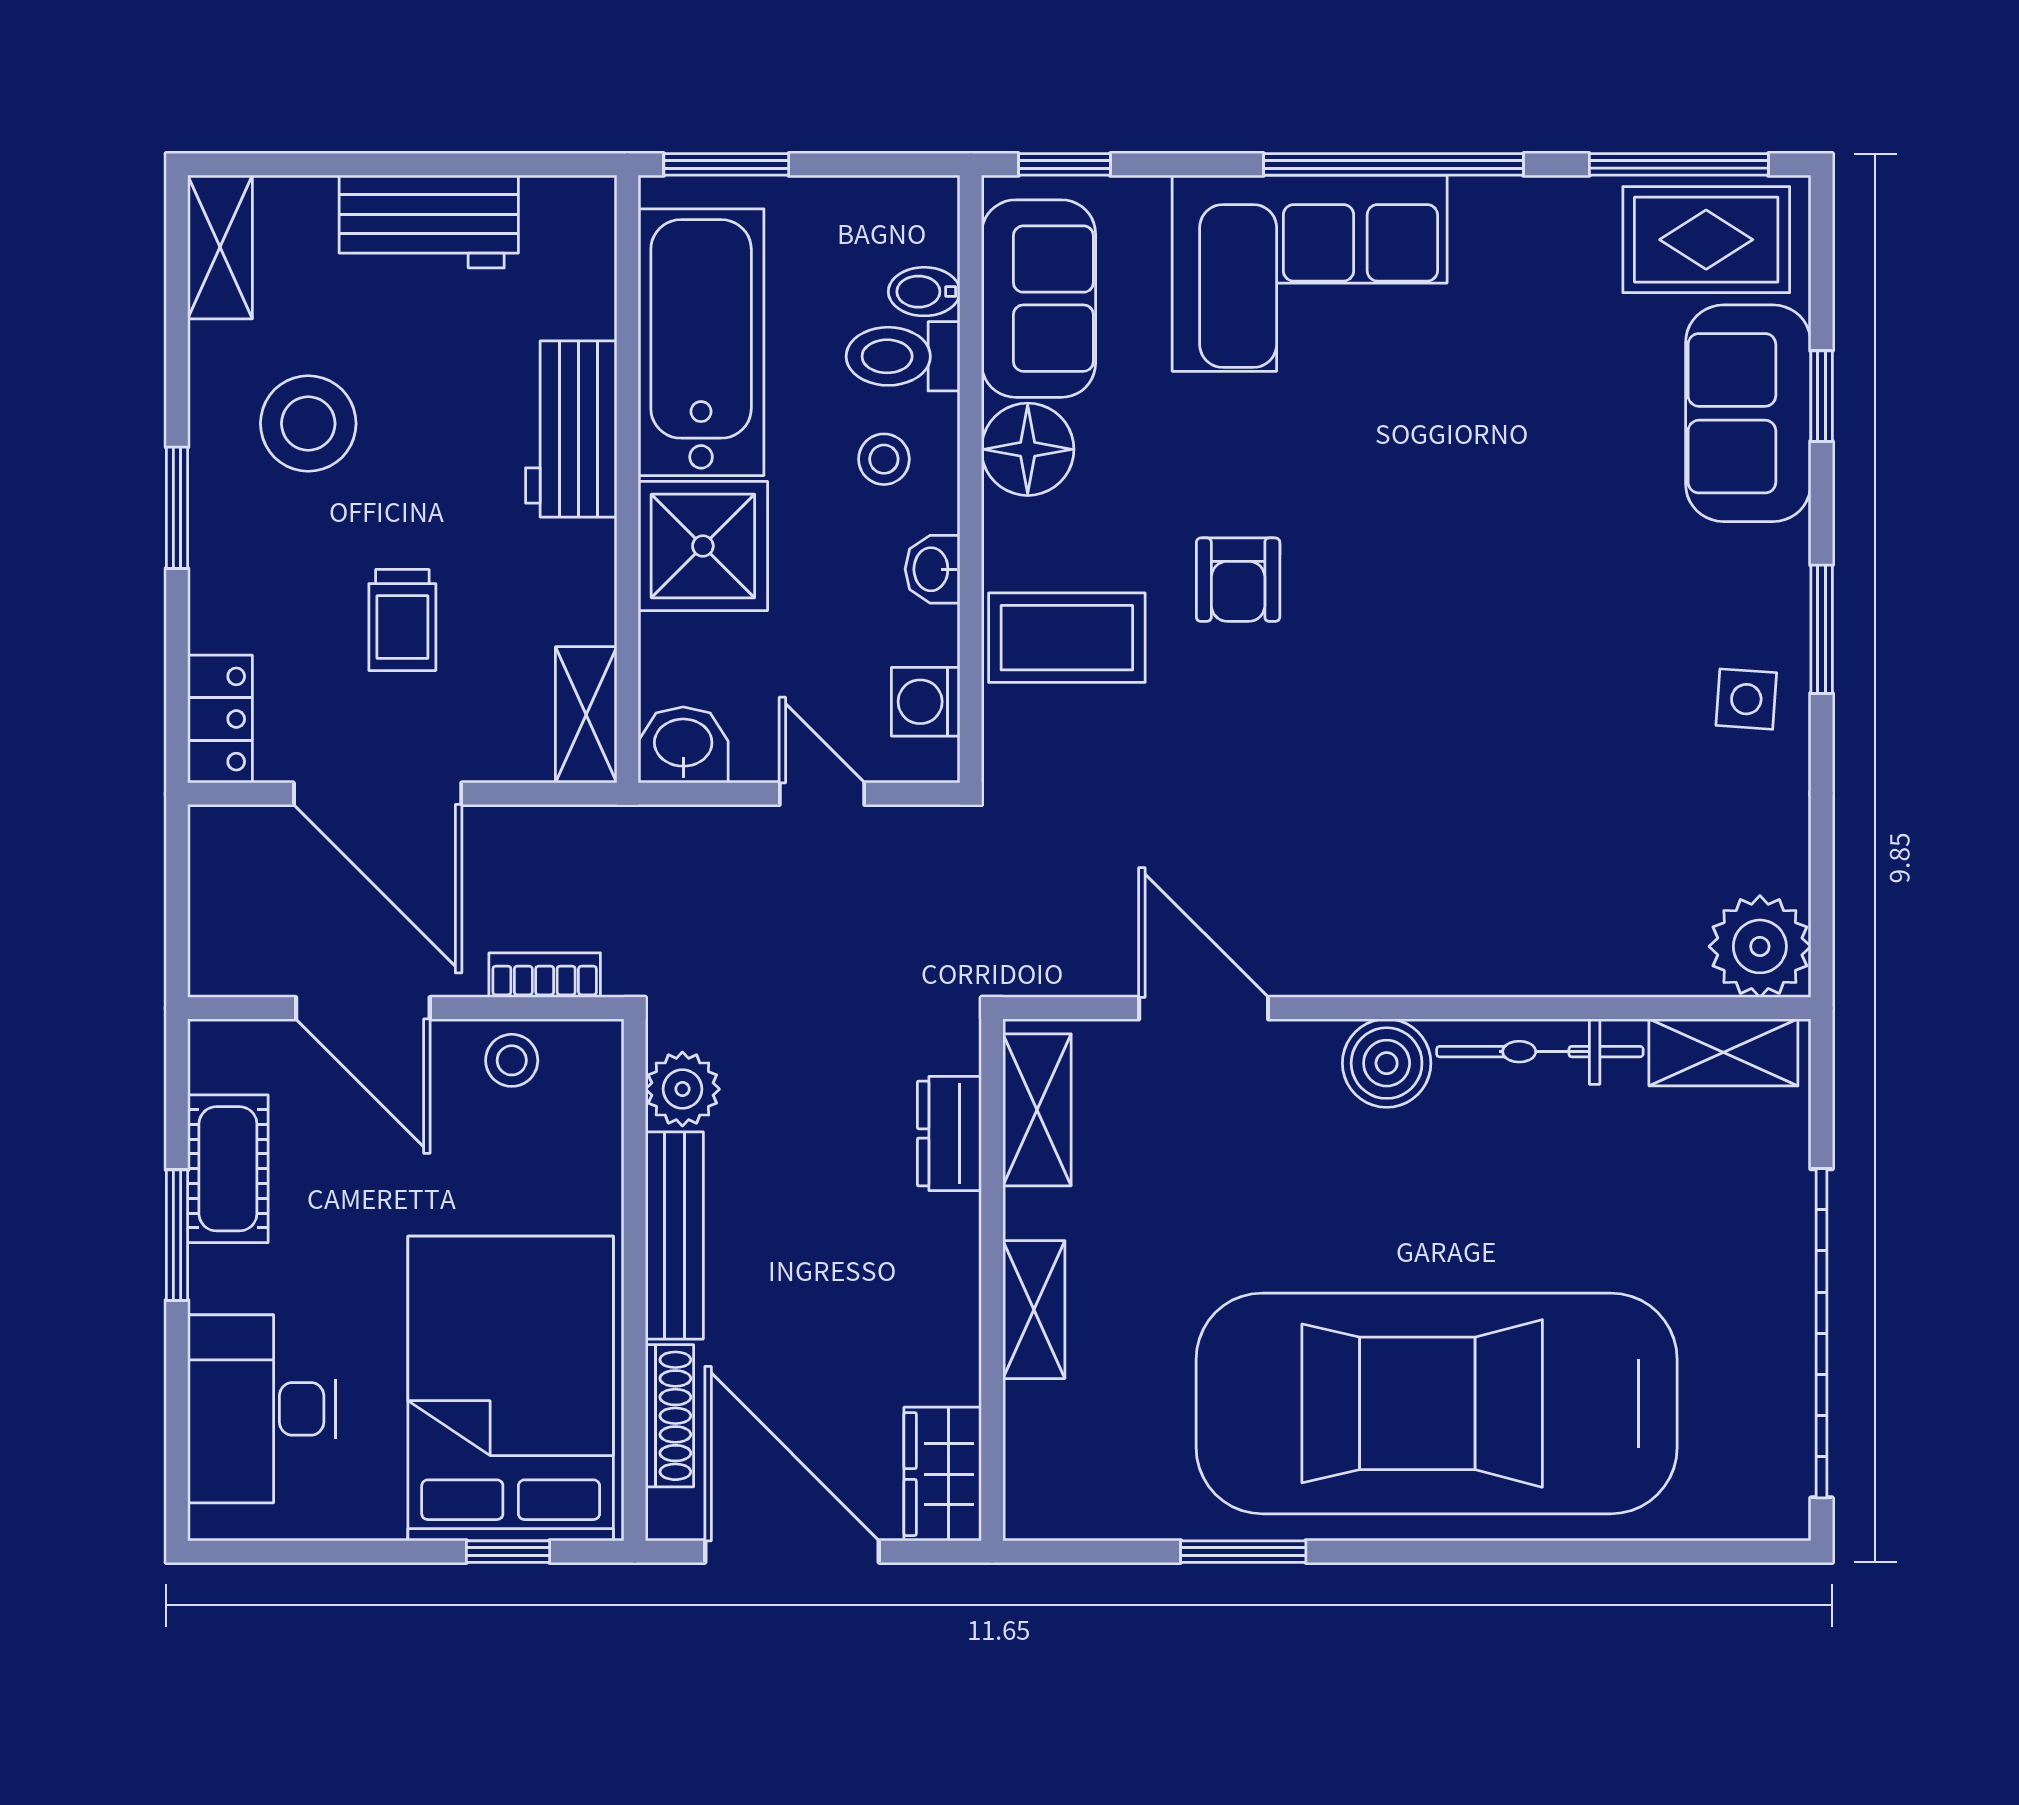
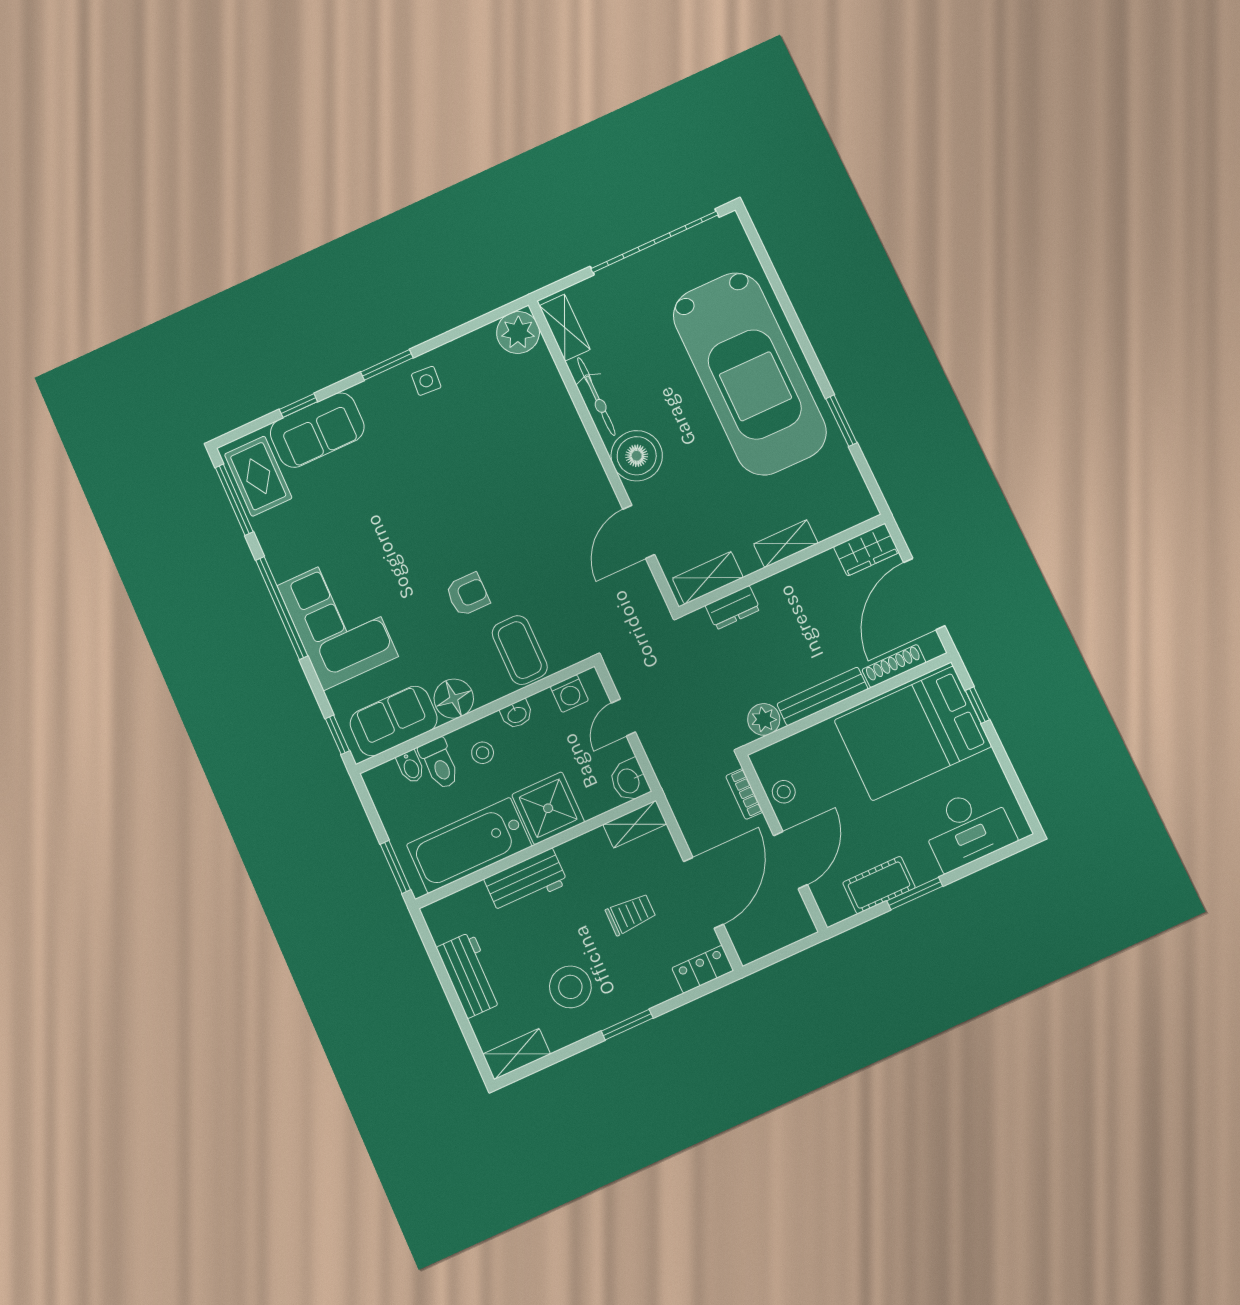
boiler: (1387, 1063) -> (637, 456), width x1.37, depth x1.37

